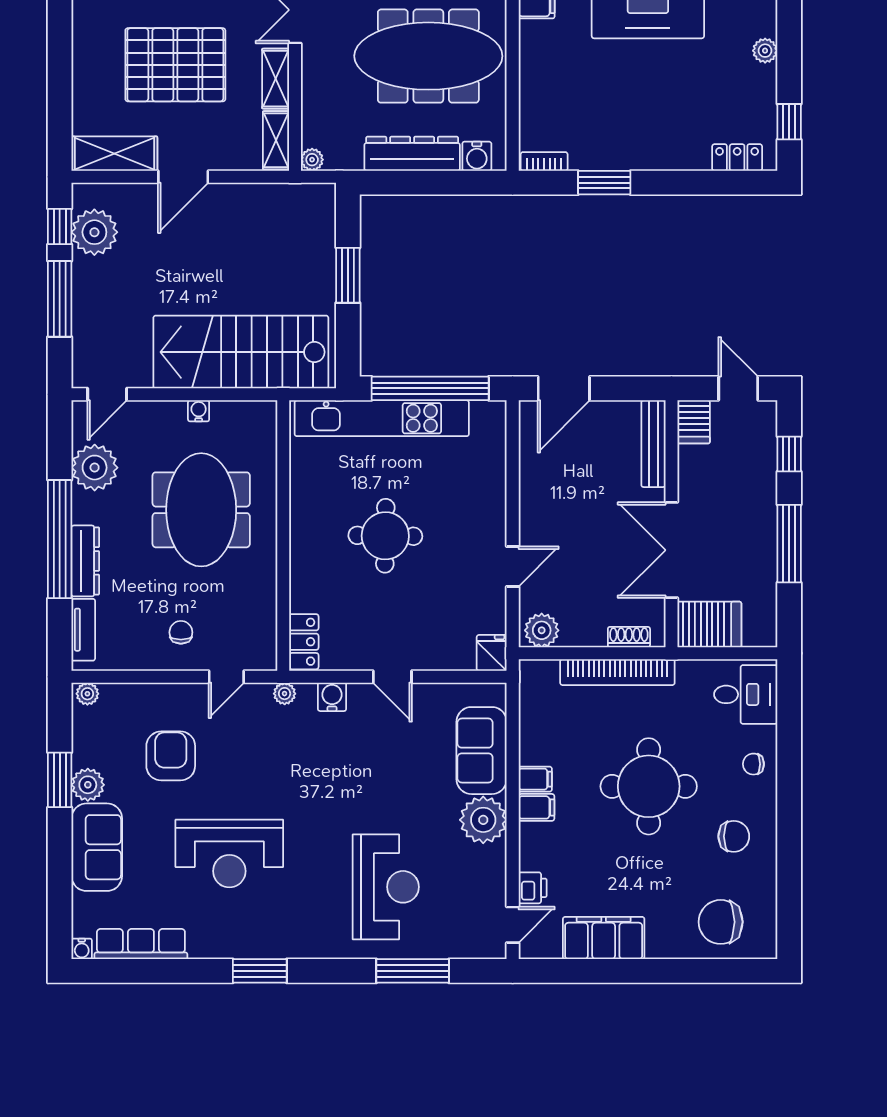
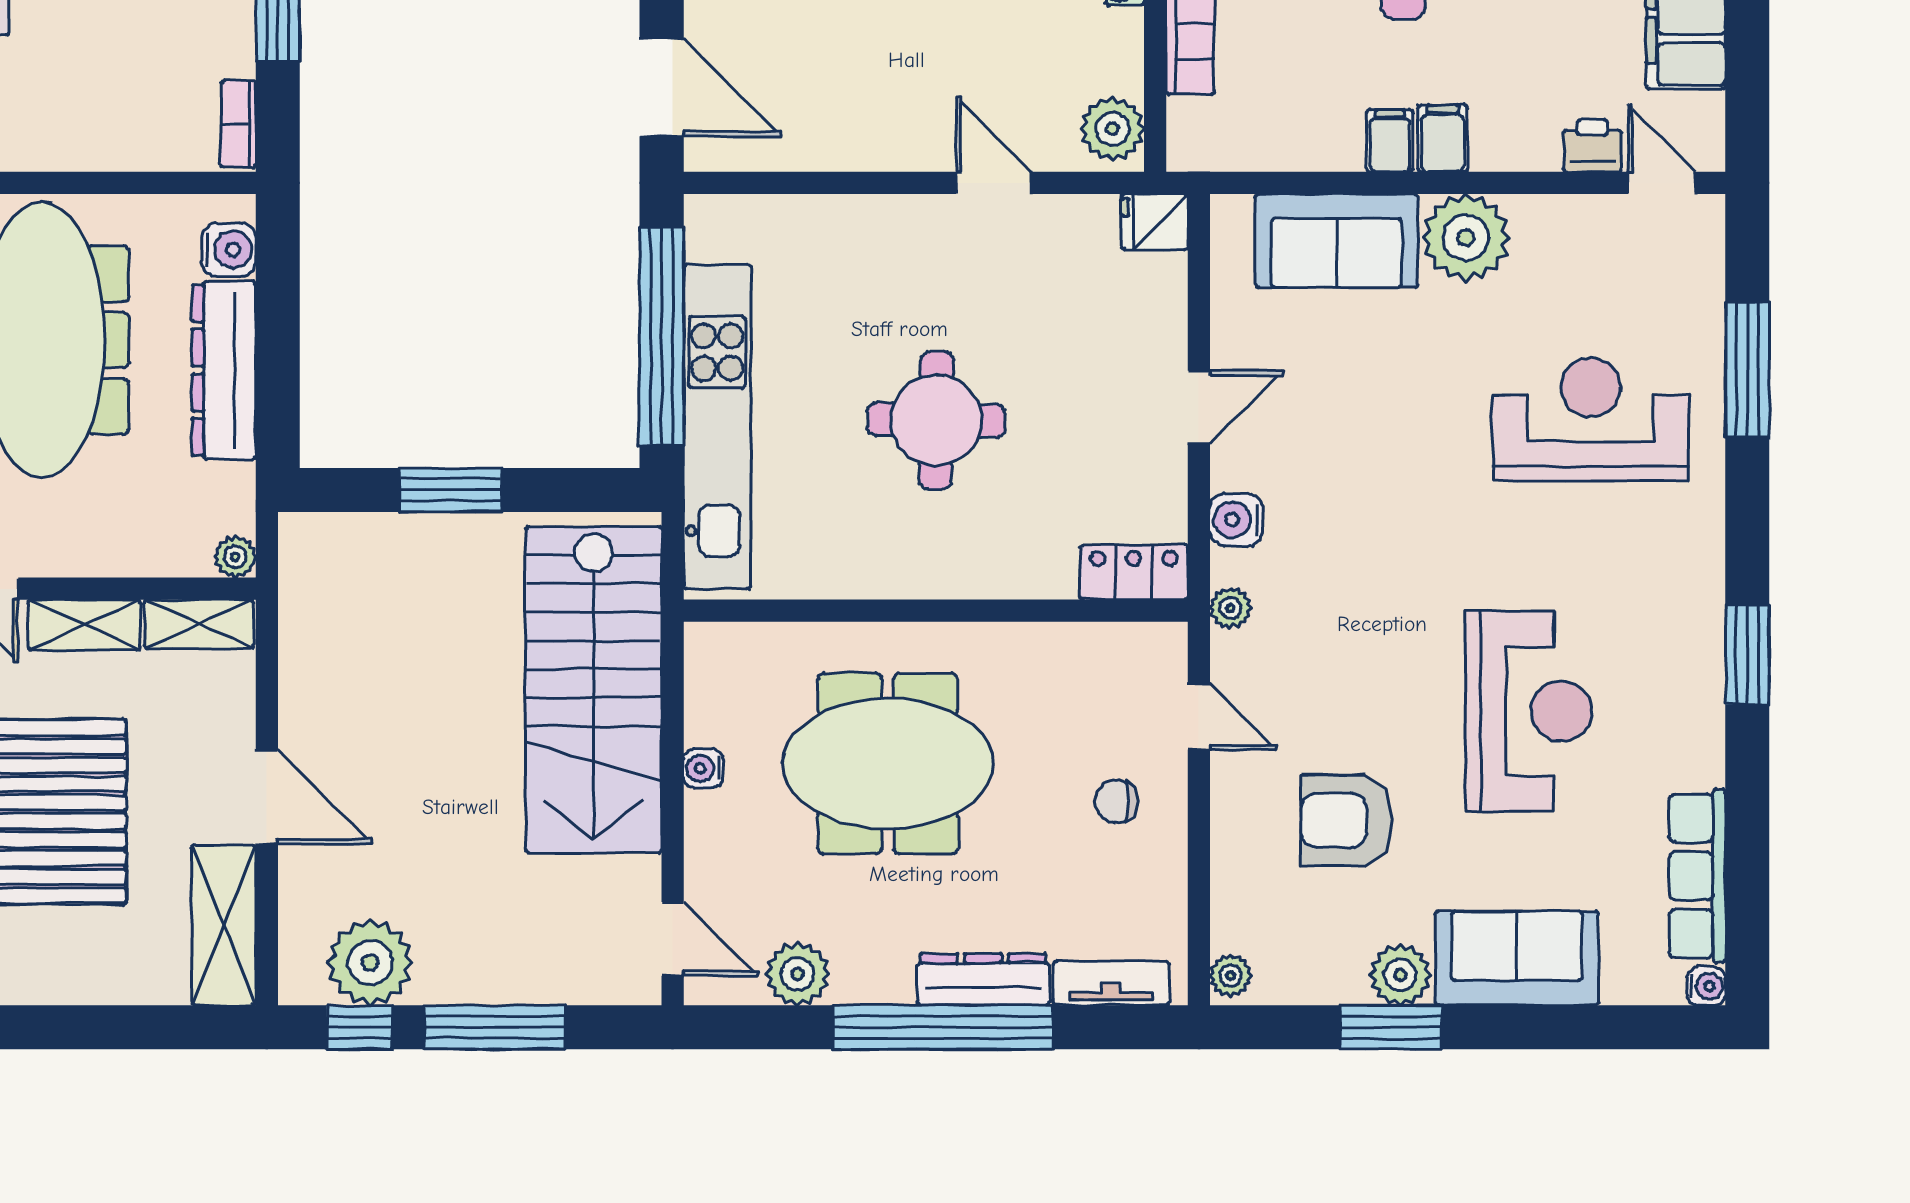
plant: (95, 468) -> (797, 974), width x0.73, depth x0.73

